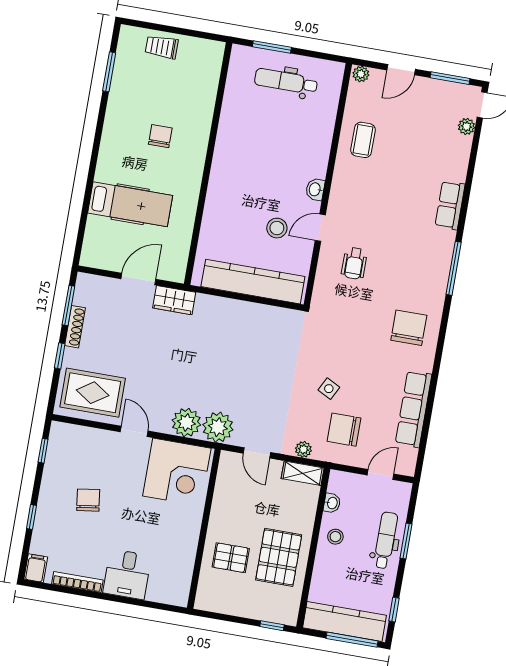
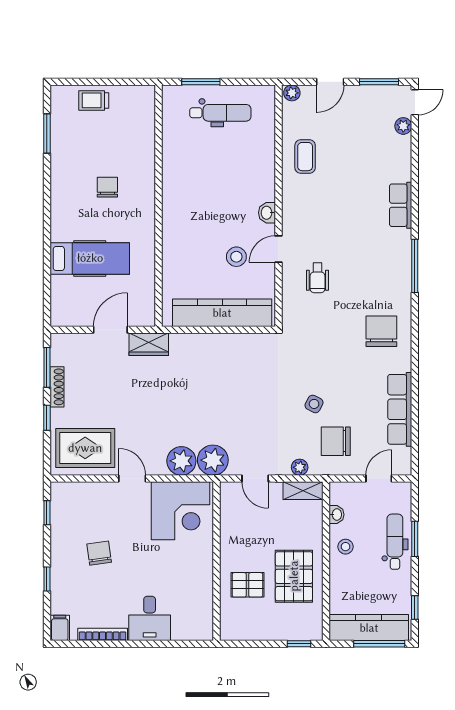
dental chair: (286, 81) -> (220, 113), turned 180

